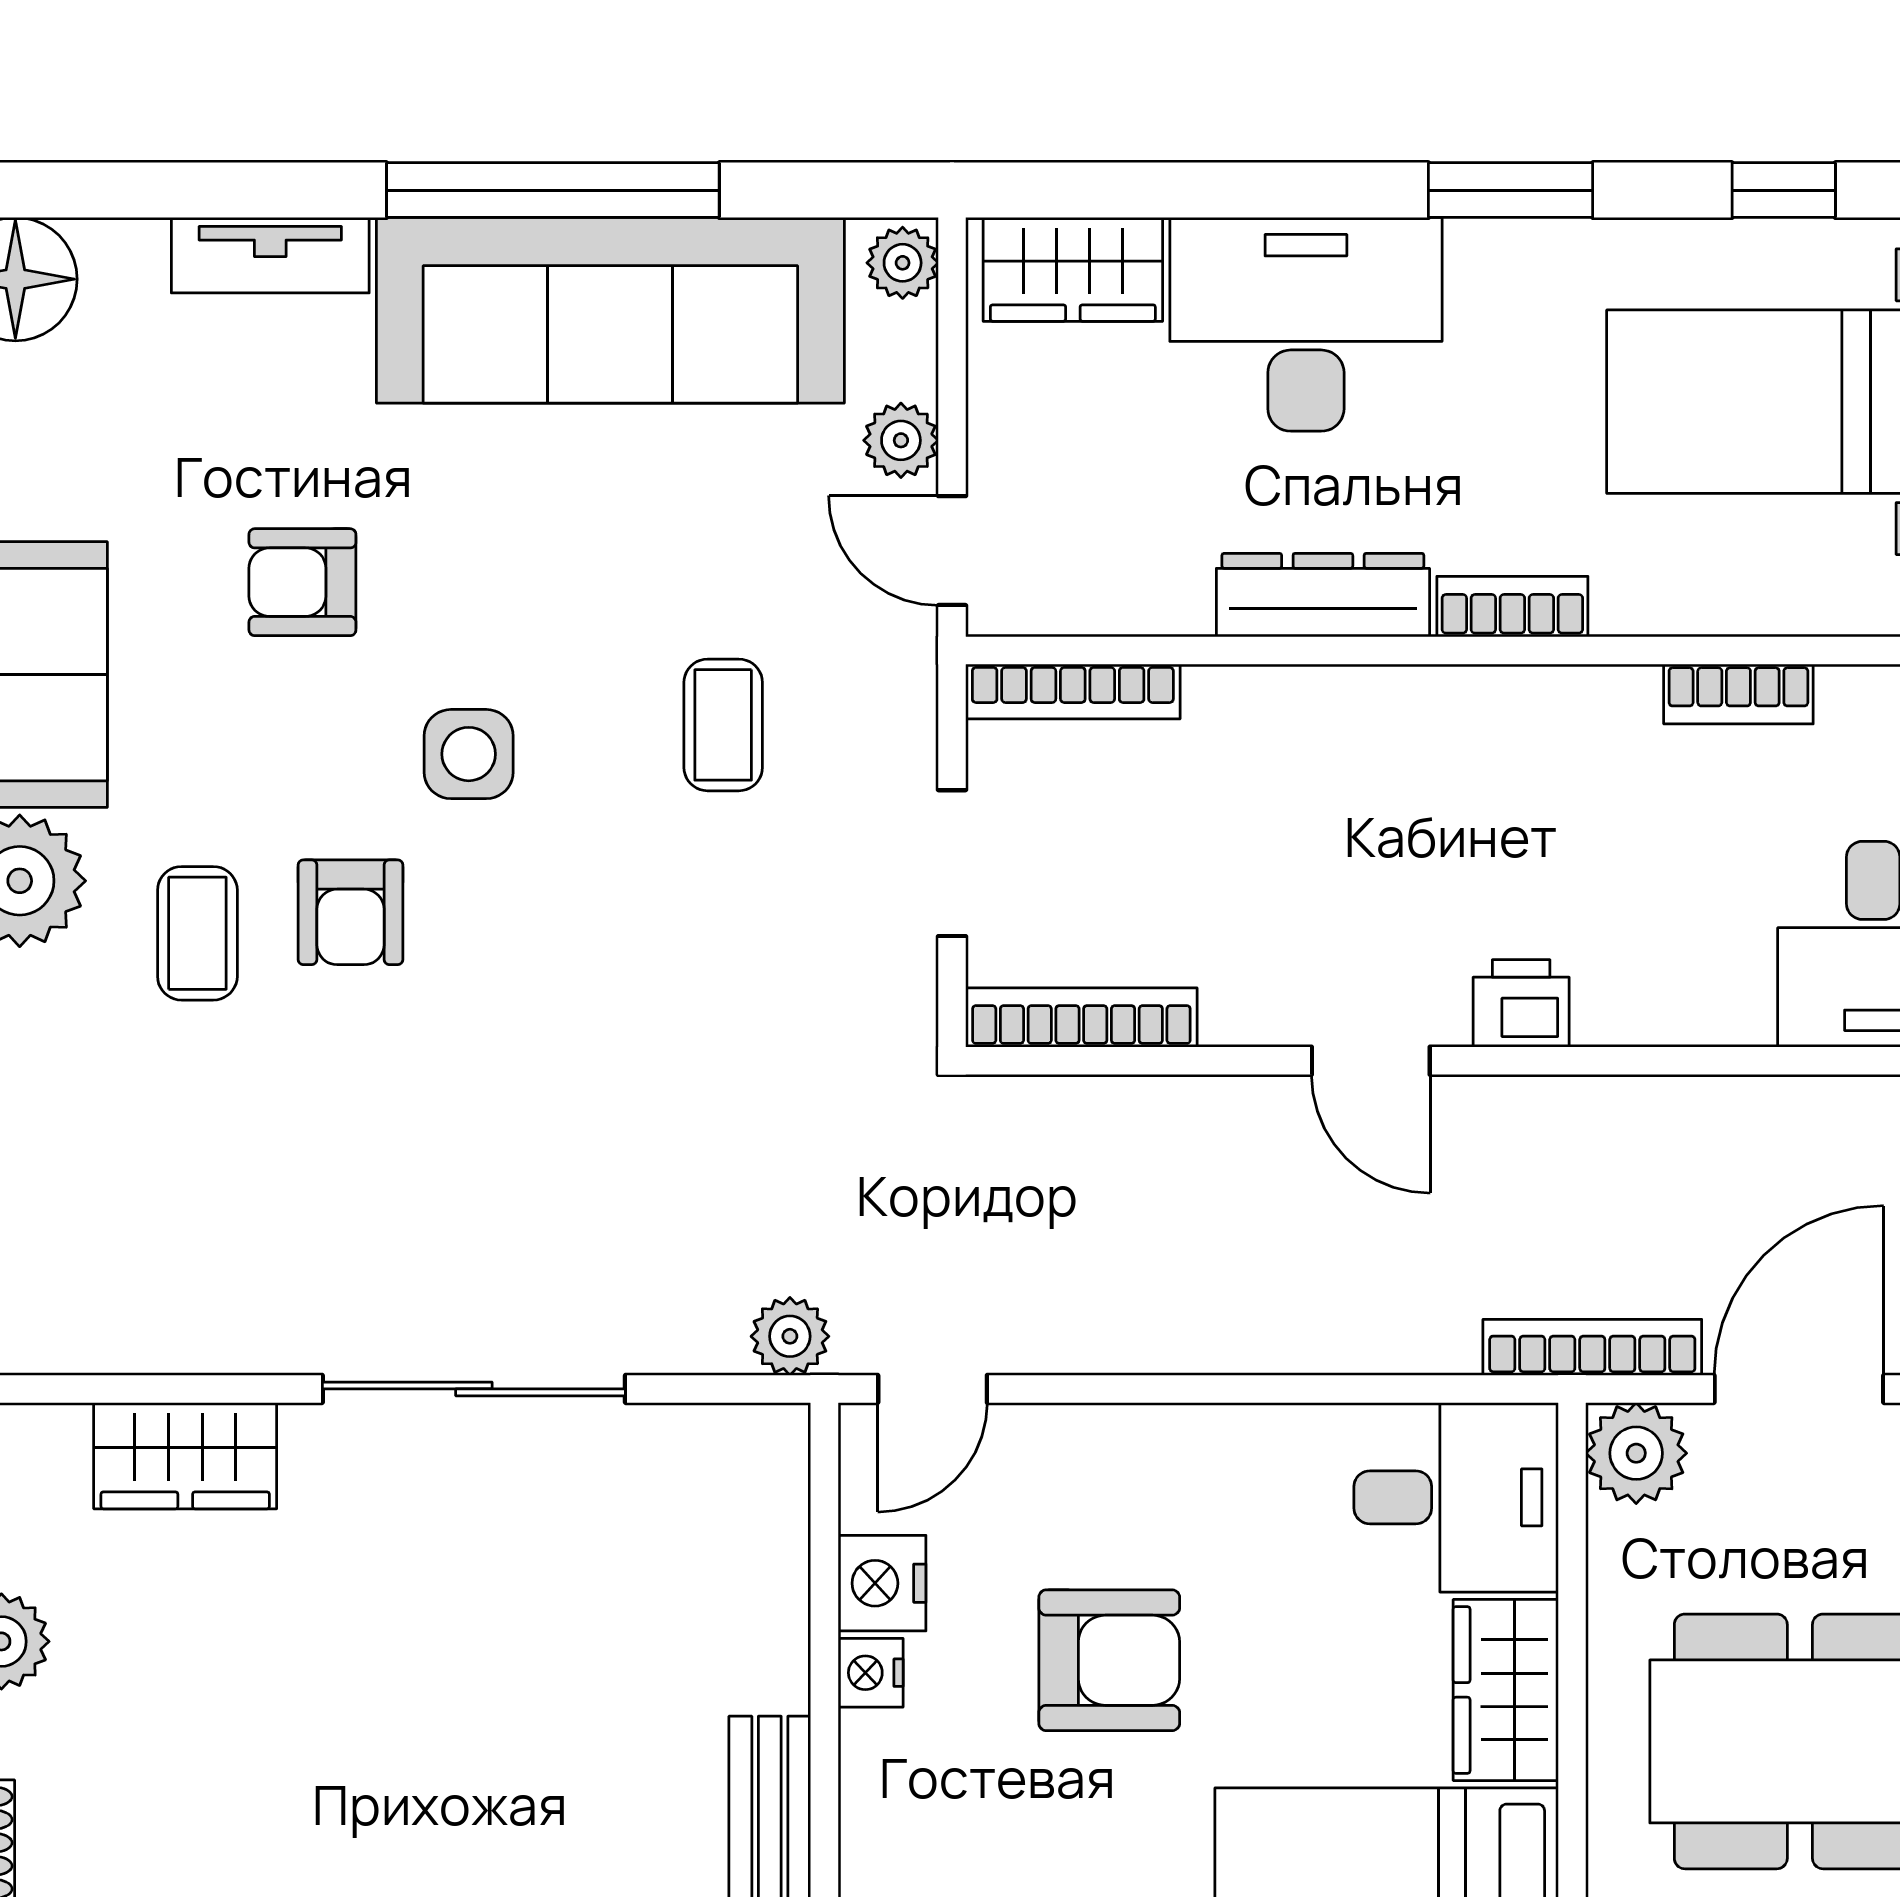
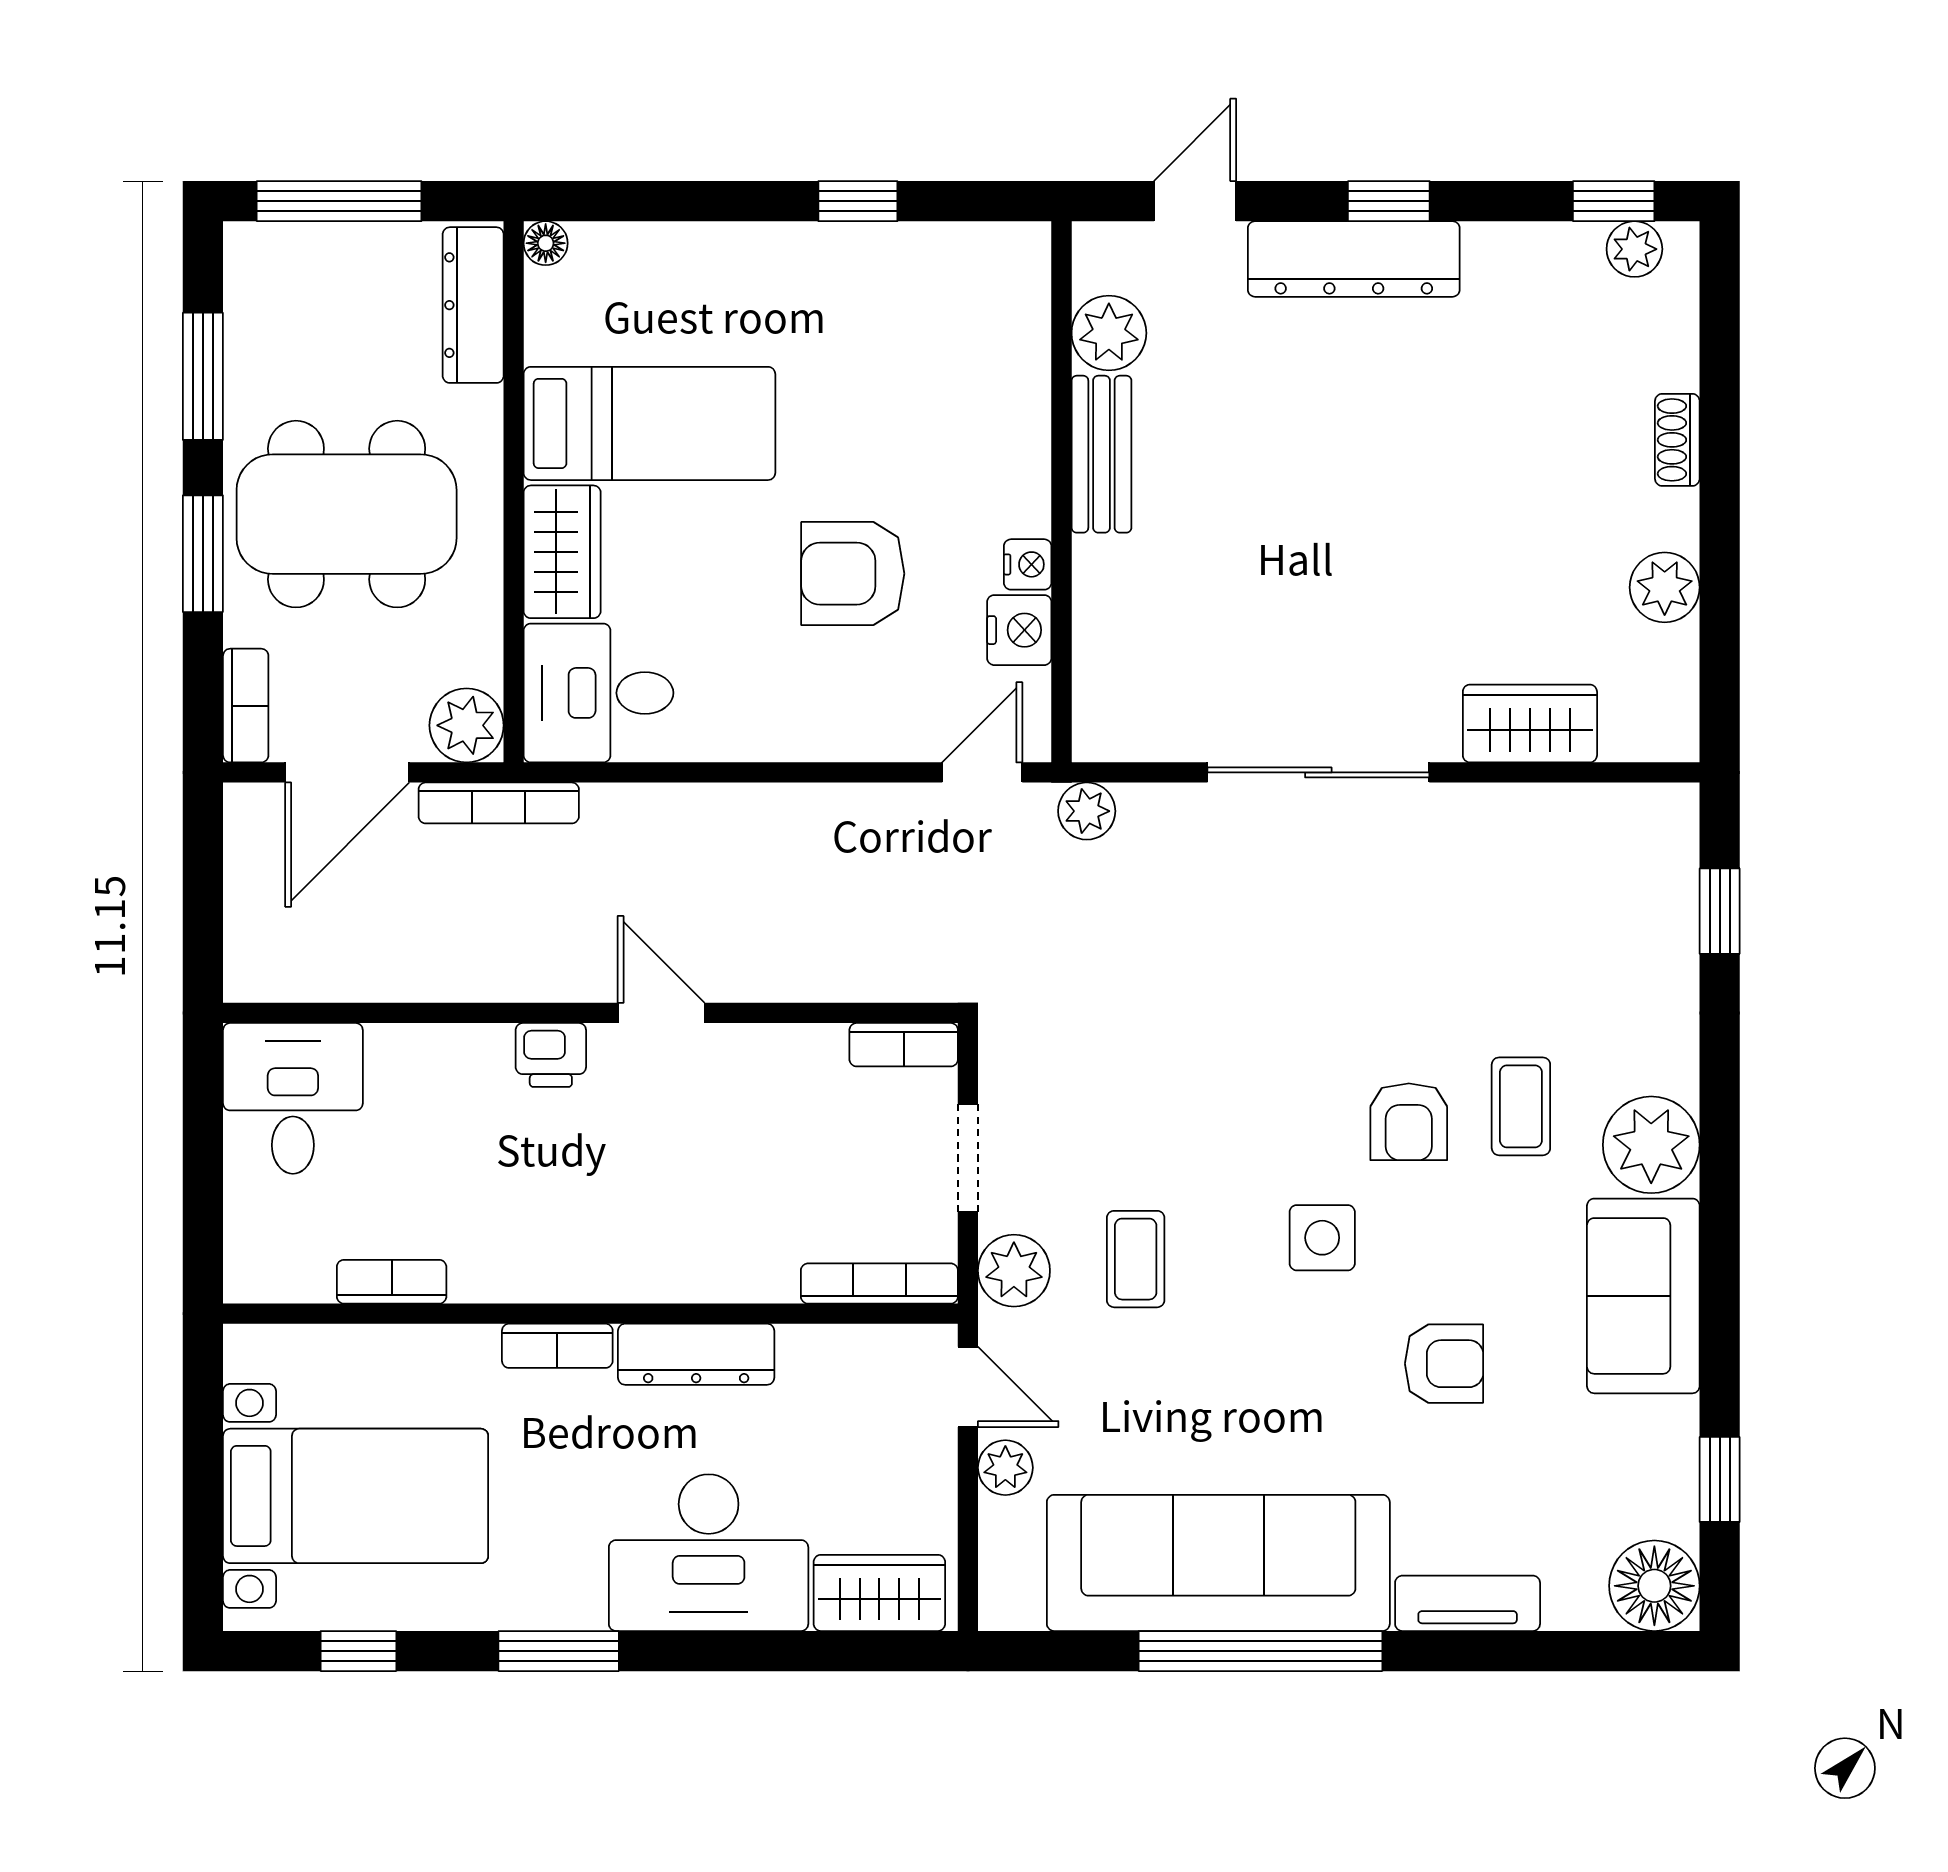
plant: (903, 263) -> (1014, 1271), moved, width x1.38, depth x1.38
armchair: (350, 912) -> (1409, 1122), turned 180
bookcase: (1081, 1017) -> (904, 1045), width x0.64

